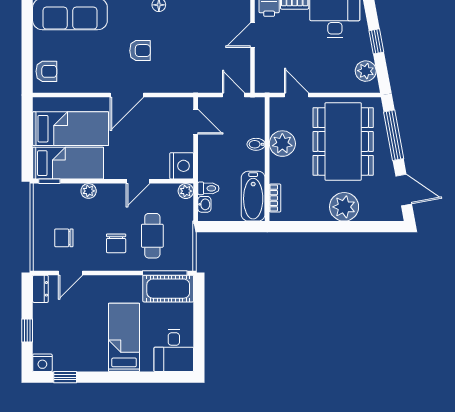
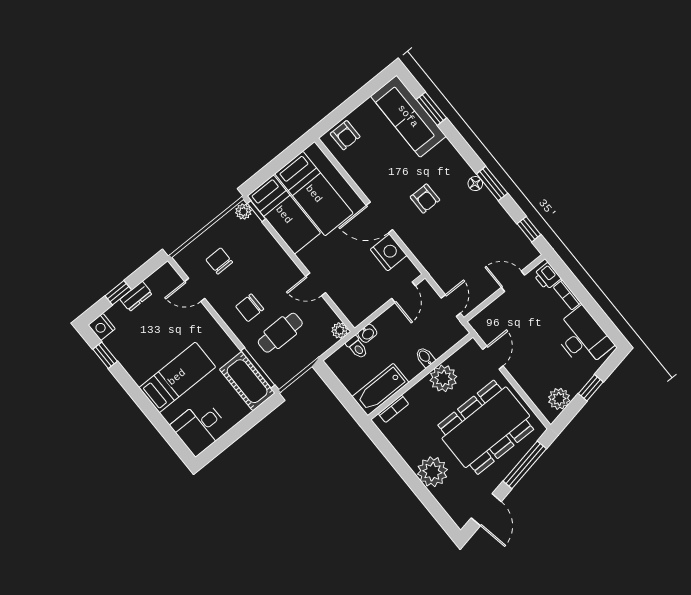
nightstand: (182, 166) -> (389, 252), moved, turned -90
plant: (89, 191) -> (243, 212), moved
washbasin: (204, 204) -> (367, 333), moved
dresser: (40, 289) -> (136, 296), moved

